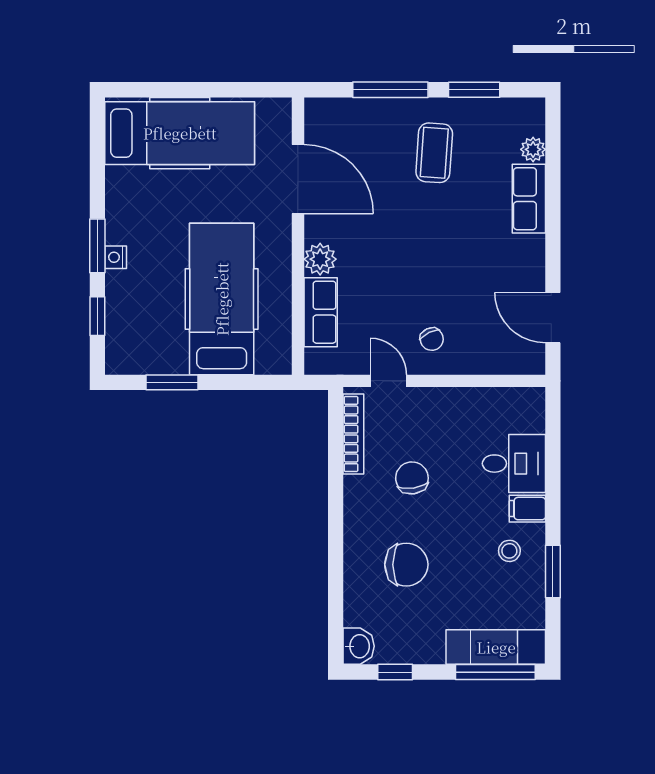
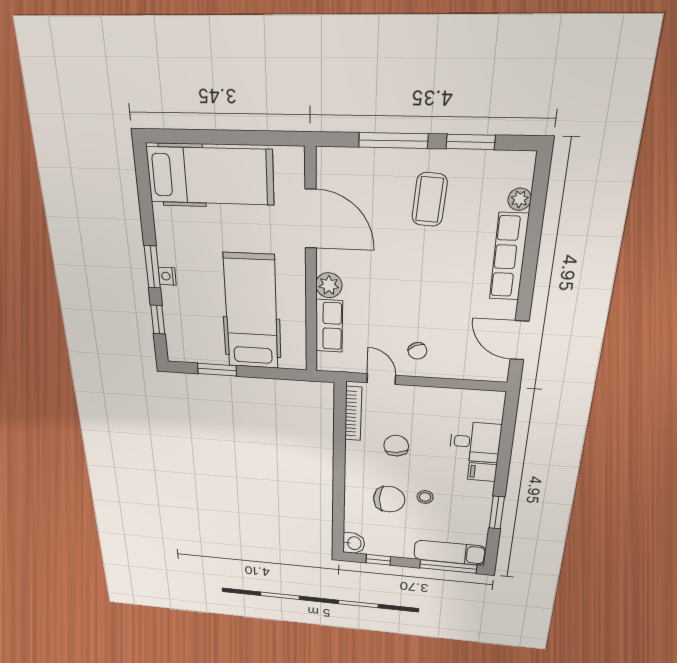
row of seats: (529, 199) -> (509, 257), width x1.48
stool: (509, 551) -> (425, 497), moved

